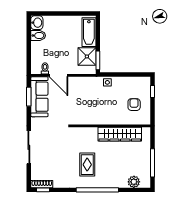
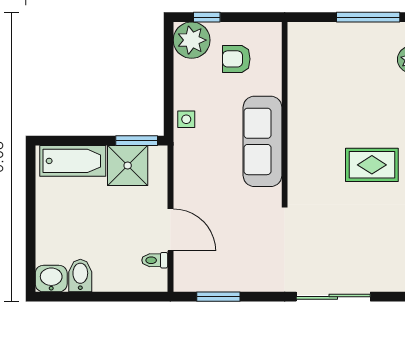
door: (58, 75) -> (170, 230), hinge flipped
plant: (142, 85) -> (192, 40), added
sofa: (39, 97) -> (263, 141), moved, turned -90
wardrobe: (120, 134) -> (303, 91), removed

